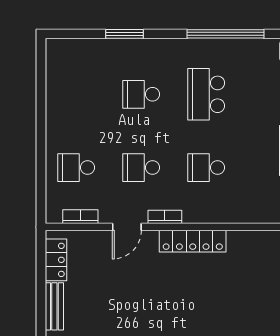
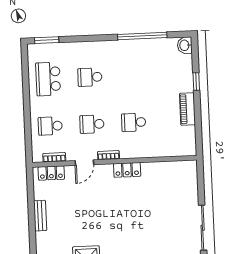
window: (124, 34) -> (47, 40), moved
school desk: (206, 94) -> (48, 79), moved
locker: (193, 241) -> (127, 170), width x0.66
locker: (56, 260) -> (51, 173), moved, turned 90

